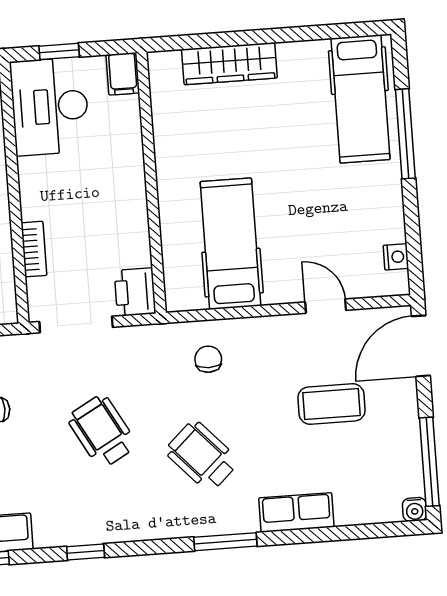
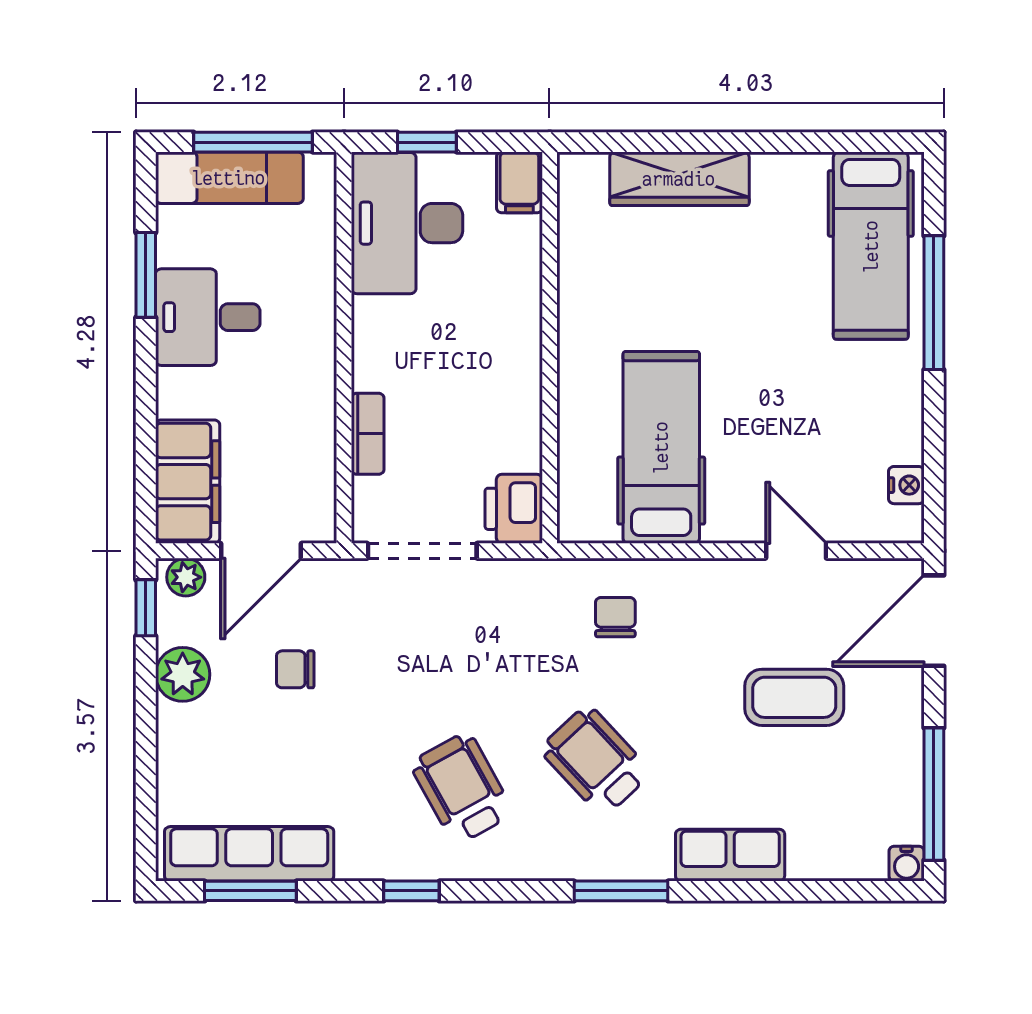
wheelchair: (102, 431) -> (462, 788), moved

